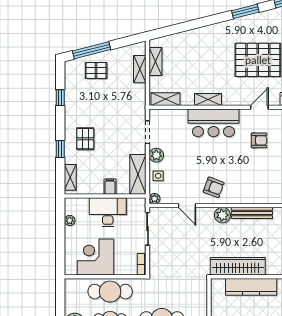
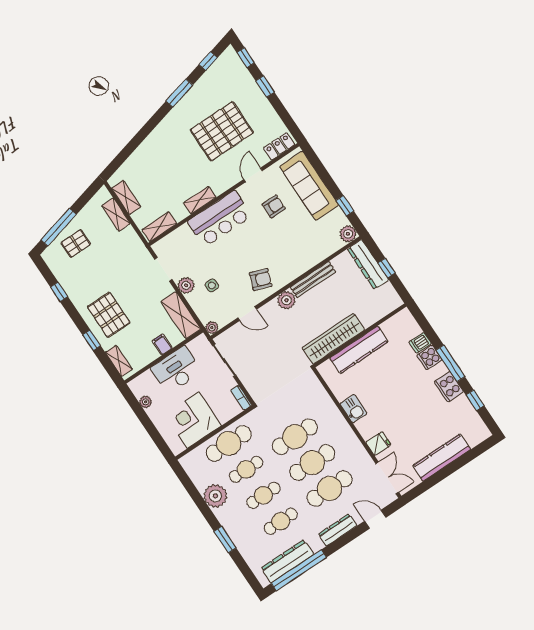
pallet: (85, 139) -> (109, 315), width x1.50, depth x1.42
side table: (158, 176) -> (212, 285), moved

